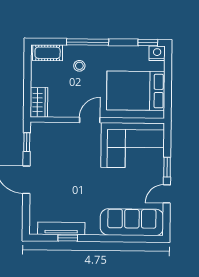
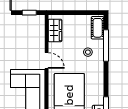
window: (88, 42) -> (106, 46), moved
wardrobe: (39, 102) -> (55, 30), moved, turned -90

